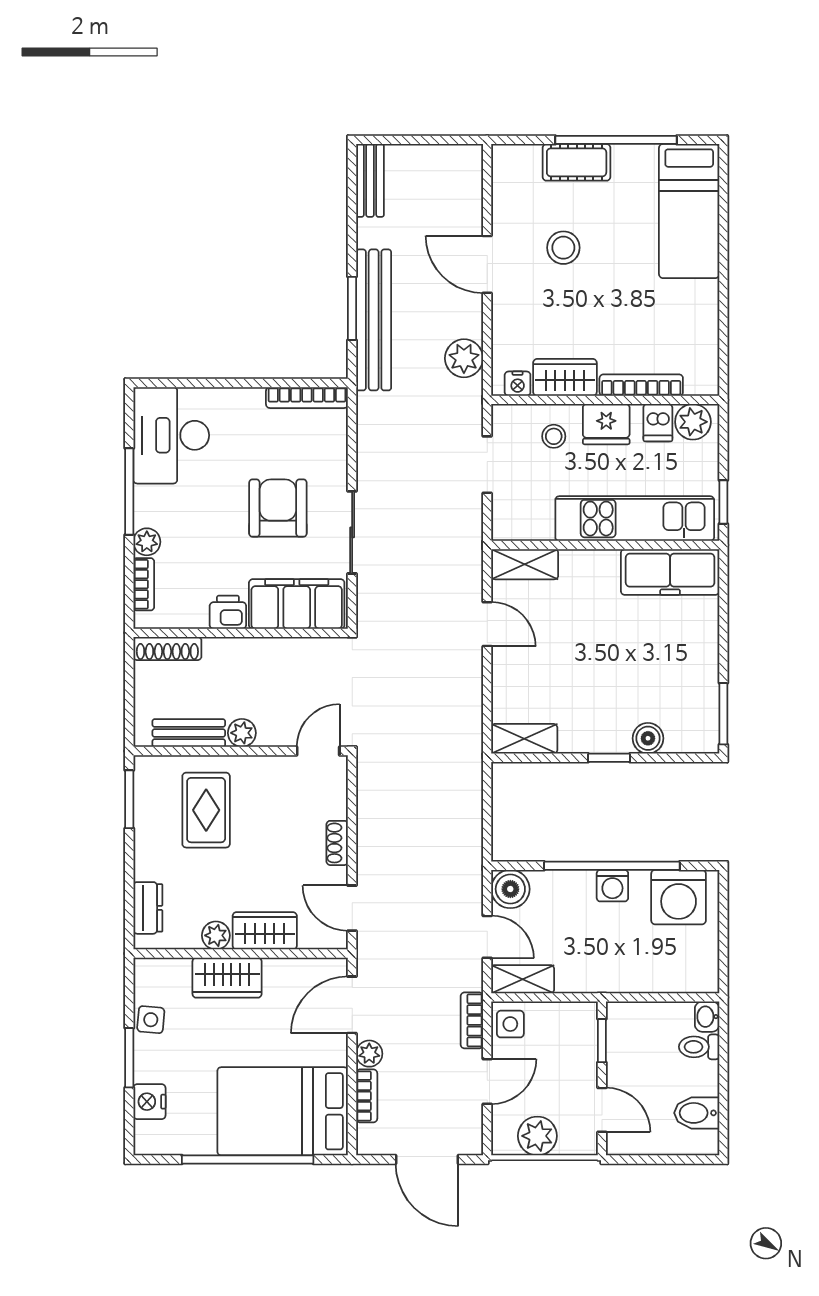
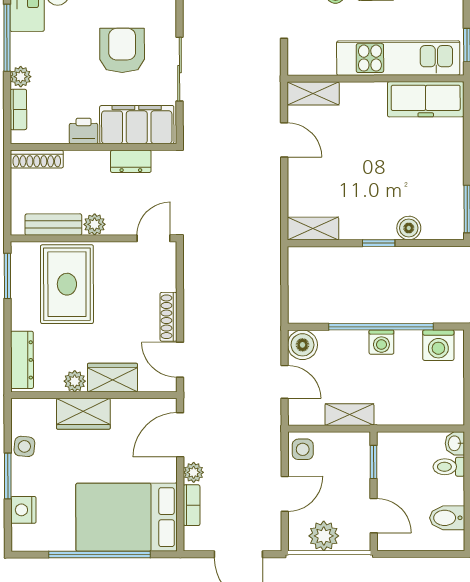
dresser: (289, 651) -> (131, 161), added
rug: (206, 810) -> (67, 284), width x1.36, depth x1.43
shoe rack: (337, 843) -> (168, 317), width x1.43
washing machine: (679, 897) -> (438, 345), width x0.73, depth x0.73
dresser: (148, 908) -> (22, 360), width x1.44
shelving: (523, 979) -> (349, 415), moved
bookcase: (472, 1020) -> (273, 447), removed

